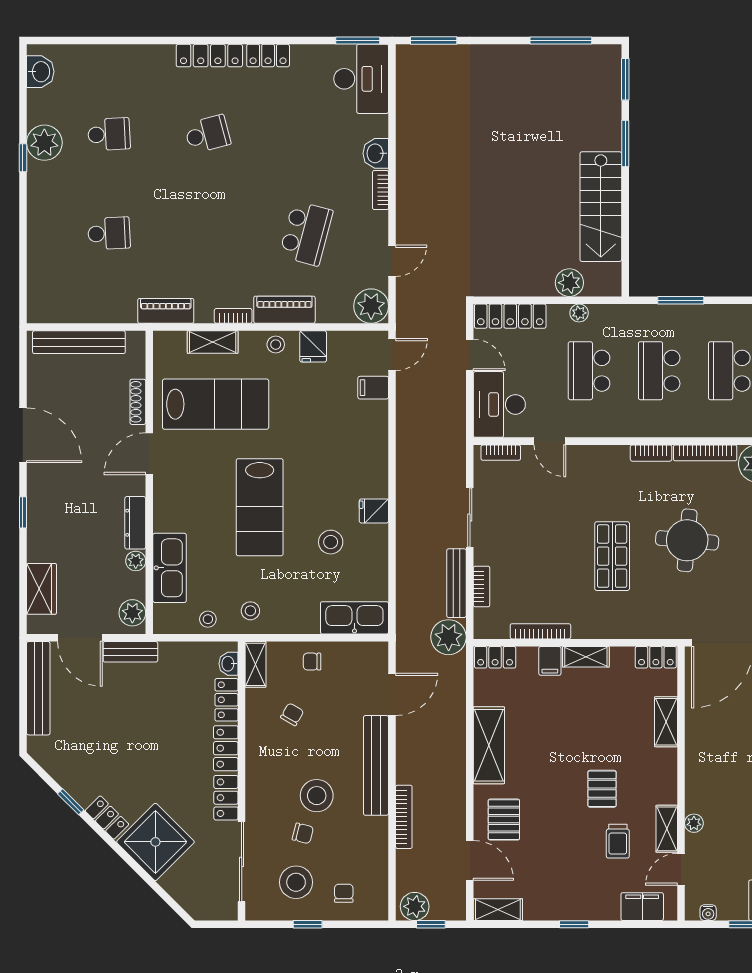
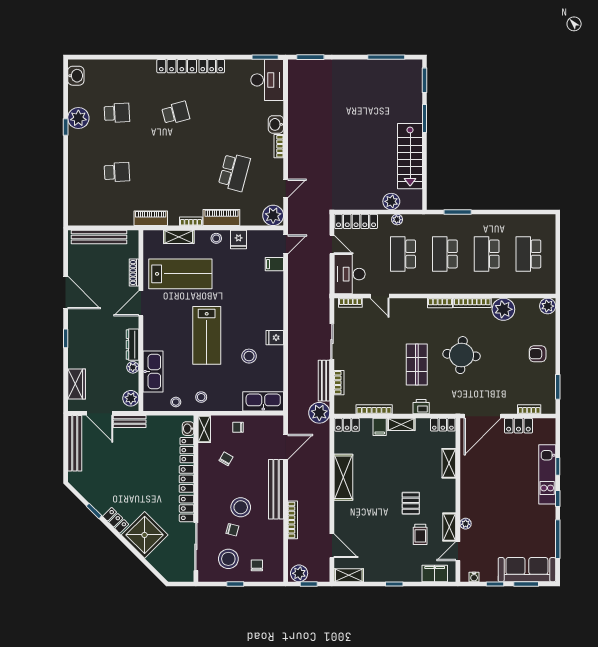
printer: (619, 627) -> (421, 407), added
pallet: (504, 820) -> (352, 521), removed

